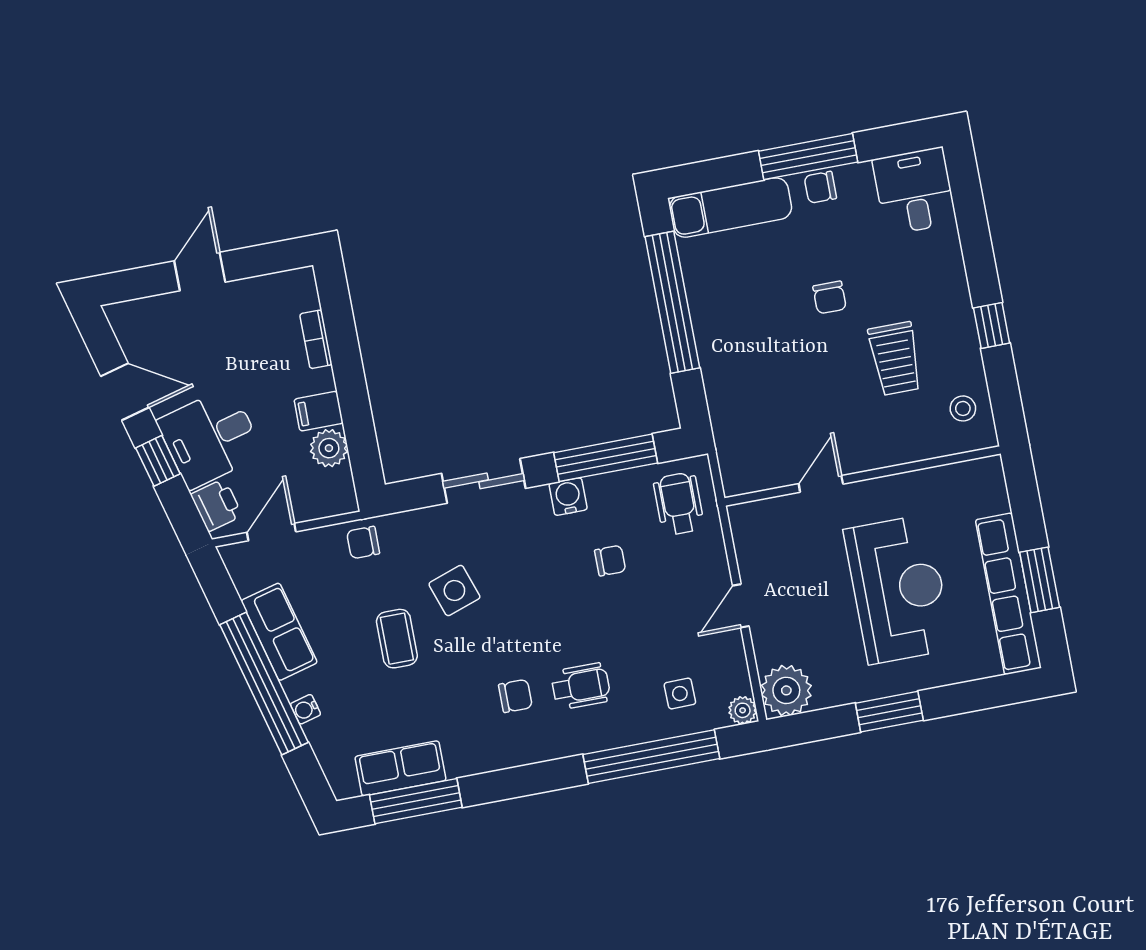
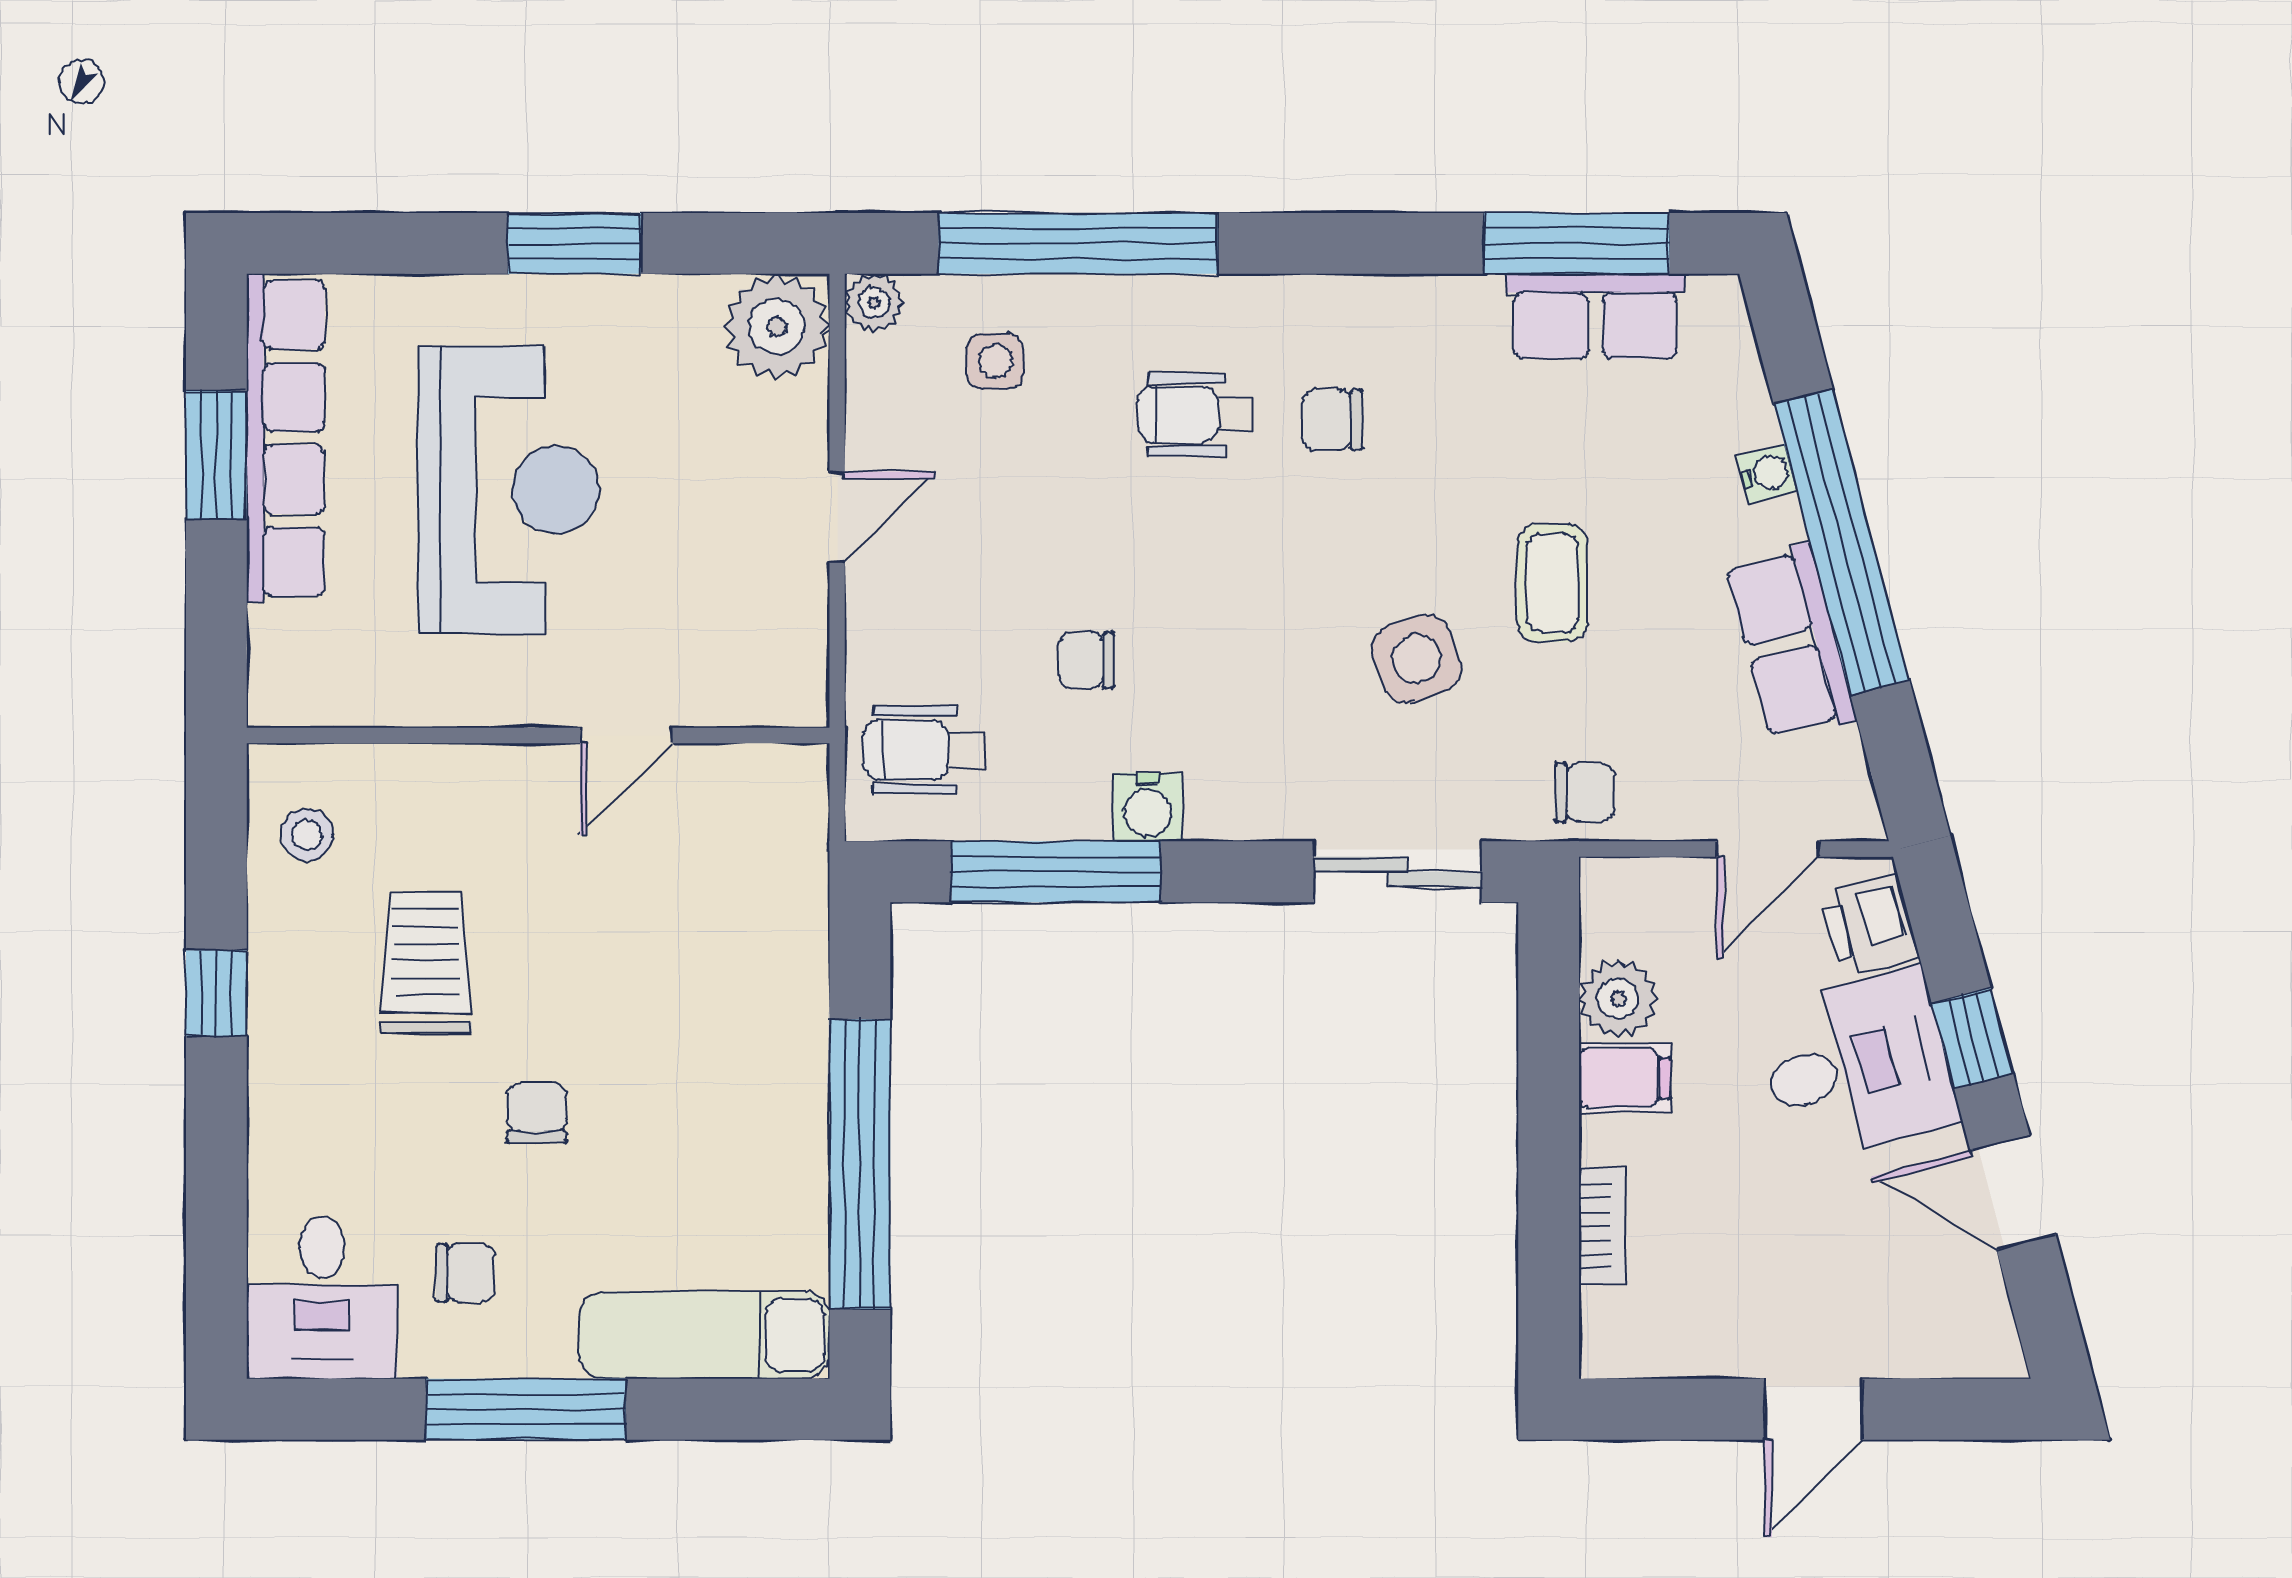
chair: (820, 187) -> (465, 1273), moved
sliding door: (484, 481) -> (1398, 872), moved
wheelchair: (679, 504) -> (924, 750), turned 90
reception desk: (898, 589) -> (509, 490), turned 180

